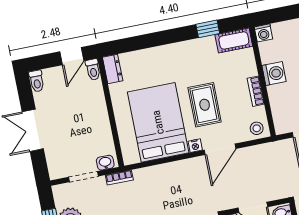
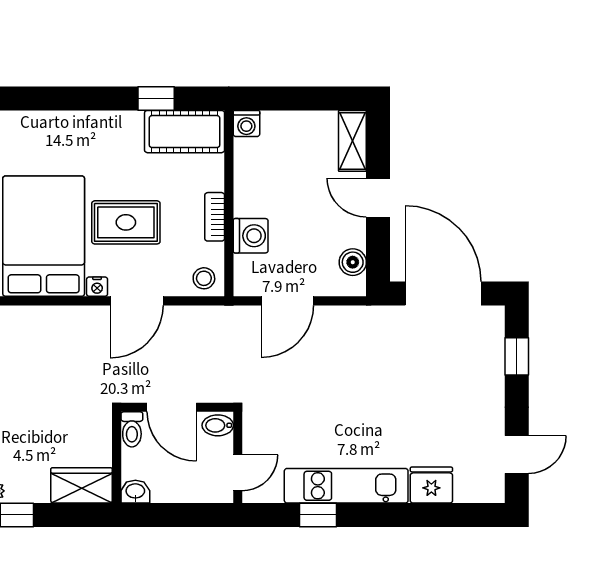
cot: (234, 40) -> (185, 132), width x1.37, depth x1.34
washing machine: (274, 74) -> (251, 236), moved
rug: (205, 105) -> (126, 222), turned 90

